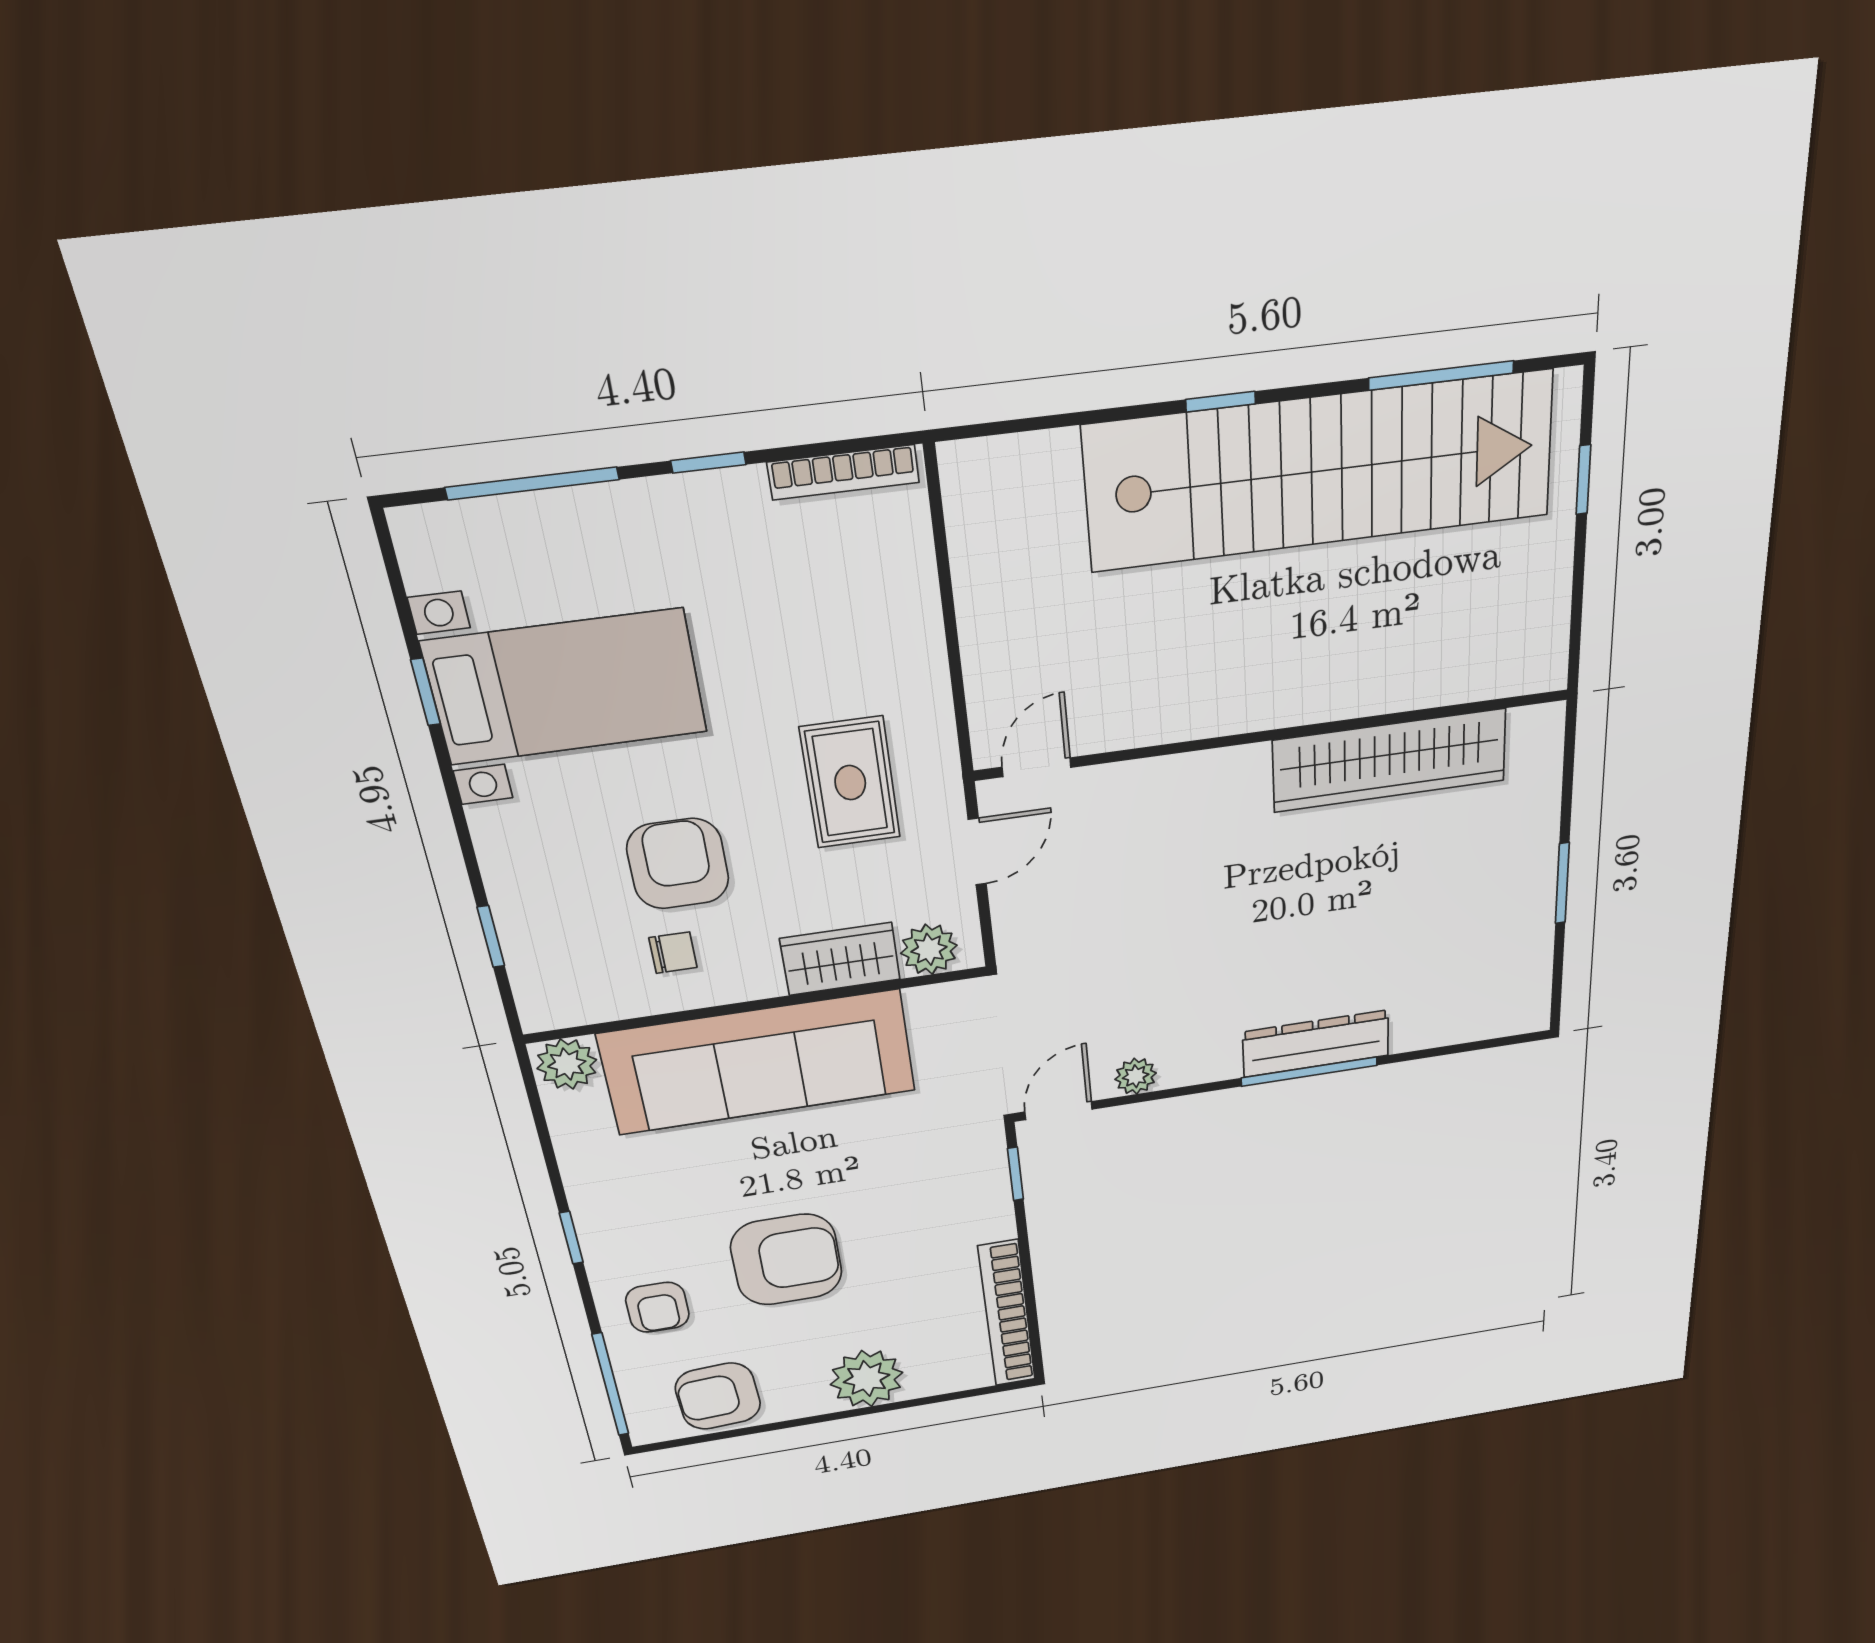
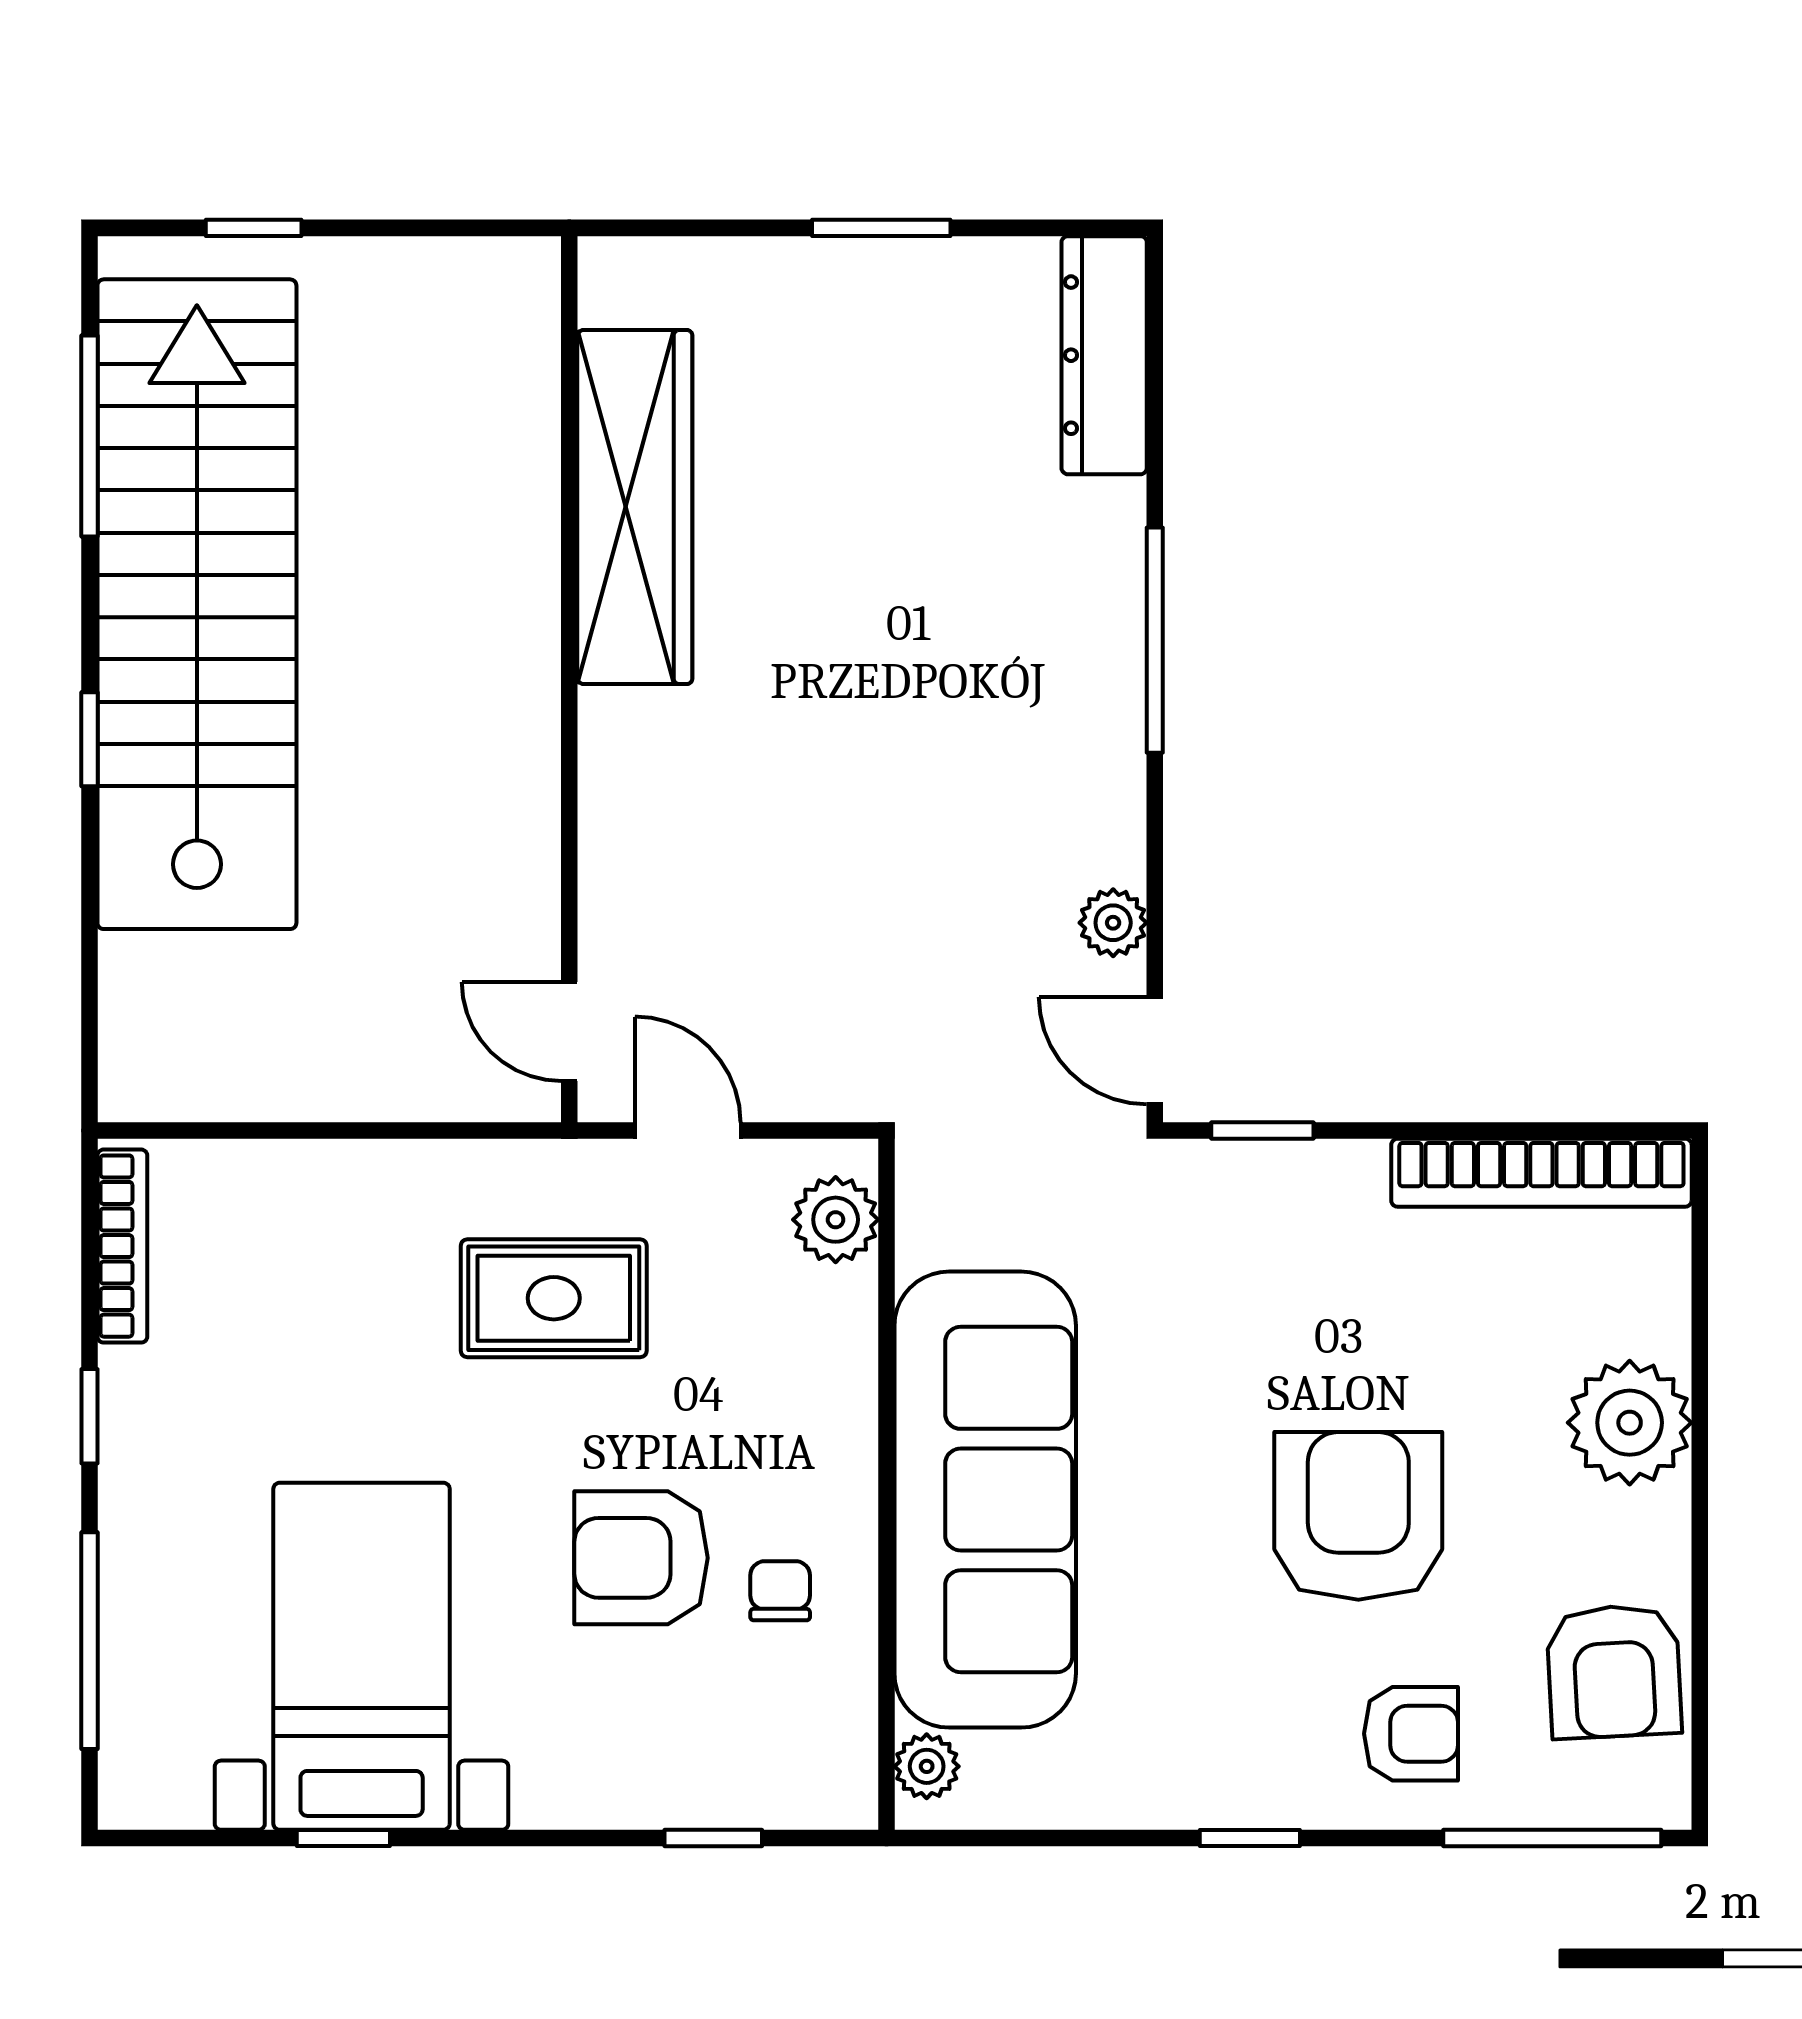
wardrobe: (840, 959) -> (830, 1352), removed
dresser: (1316, 1044) -> (1104, 355), moved
plant: (567, 1064) -> (927, 1766), width x0.73, depth x0.73

